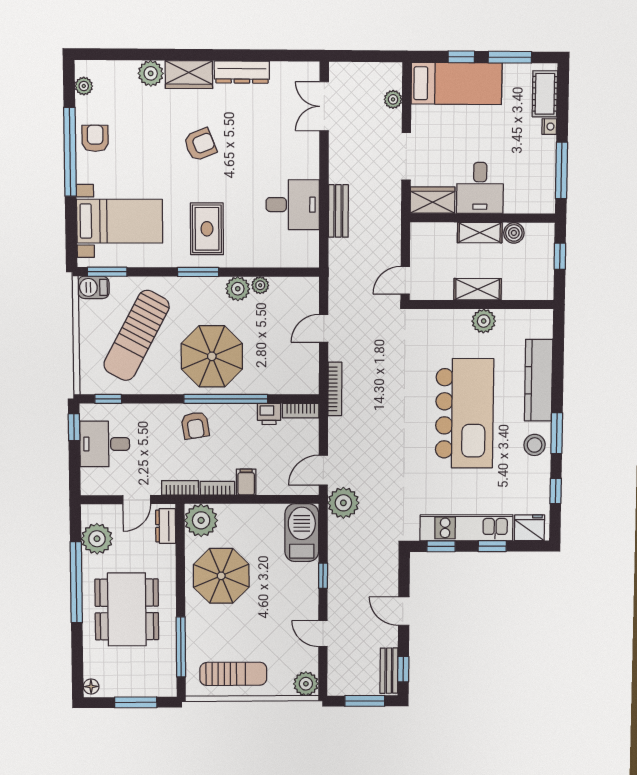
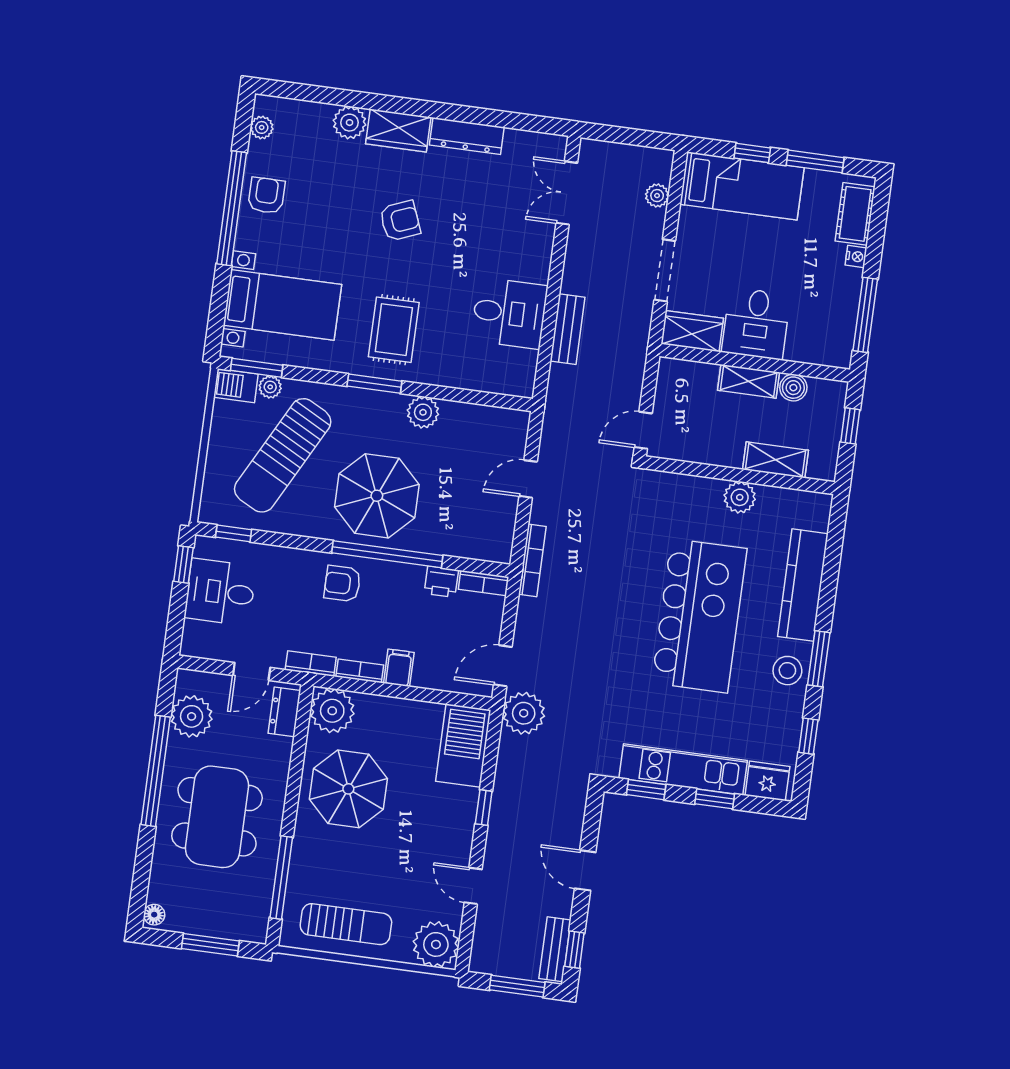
plant: (260, 285) -> (270, 387), moved
shelving: (478, 289) -> (775, 460), moved
armchair: (195, 425) -> (342, 584), turned 99
plant: (306, 684) -> (436, 944), width x1.36, depth x1.36

